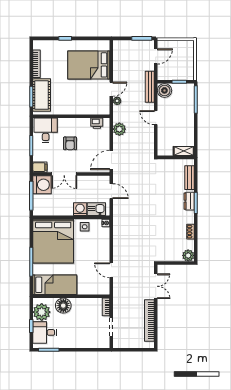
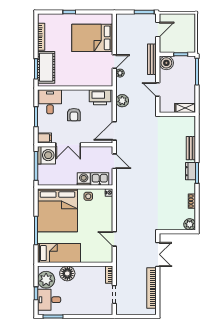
printer: (97, 123) -> (100, 97), width x1.87, depth x1.48
shelving: (184, 151) -> (185, 108), moved
wall: (176, 157) -> (177, 114), moved

